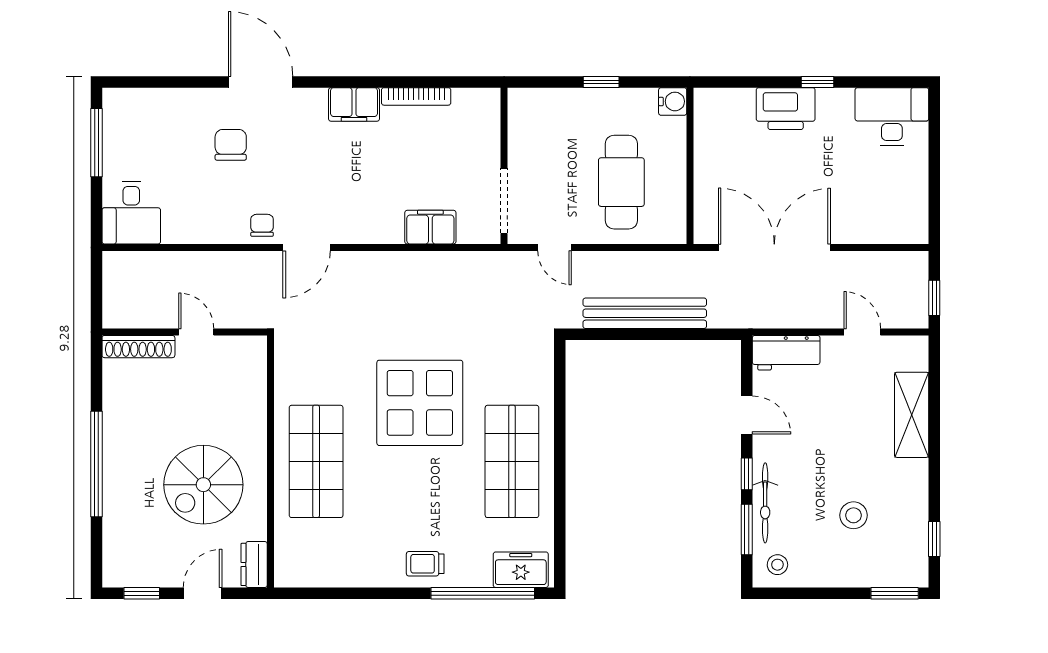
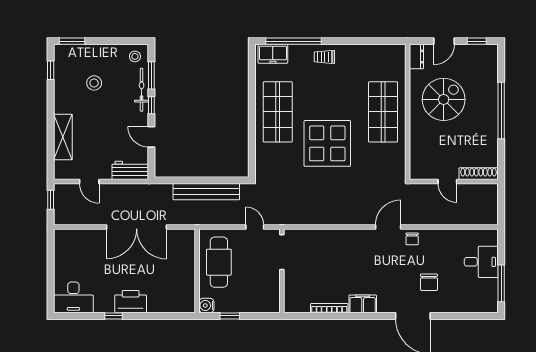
water cooler: (673, 101) -> (206, 305), moved
wall: (690, 166) -> (197, 271), moved
desk: (131, 213) -> (481, 262), moved, turned 90
filing cabinet: (430, 227) -> (322, 238), removed
trolley: (425, 564) -> (324, 57), turned 180

